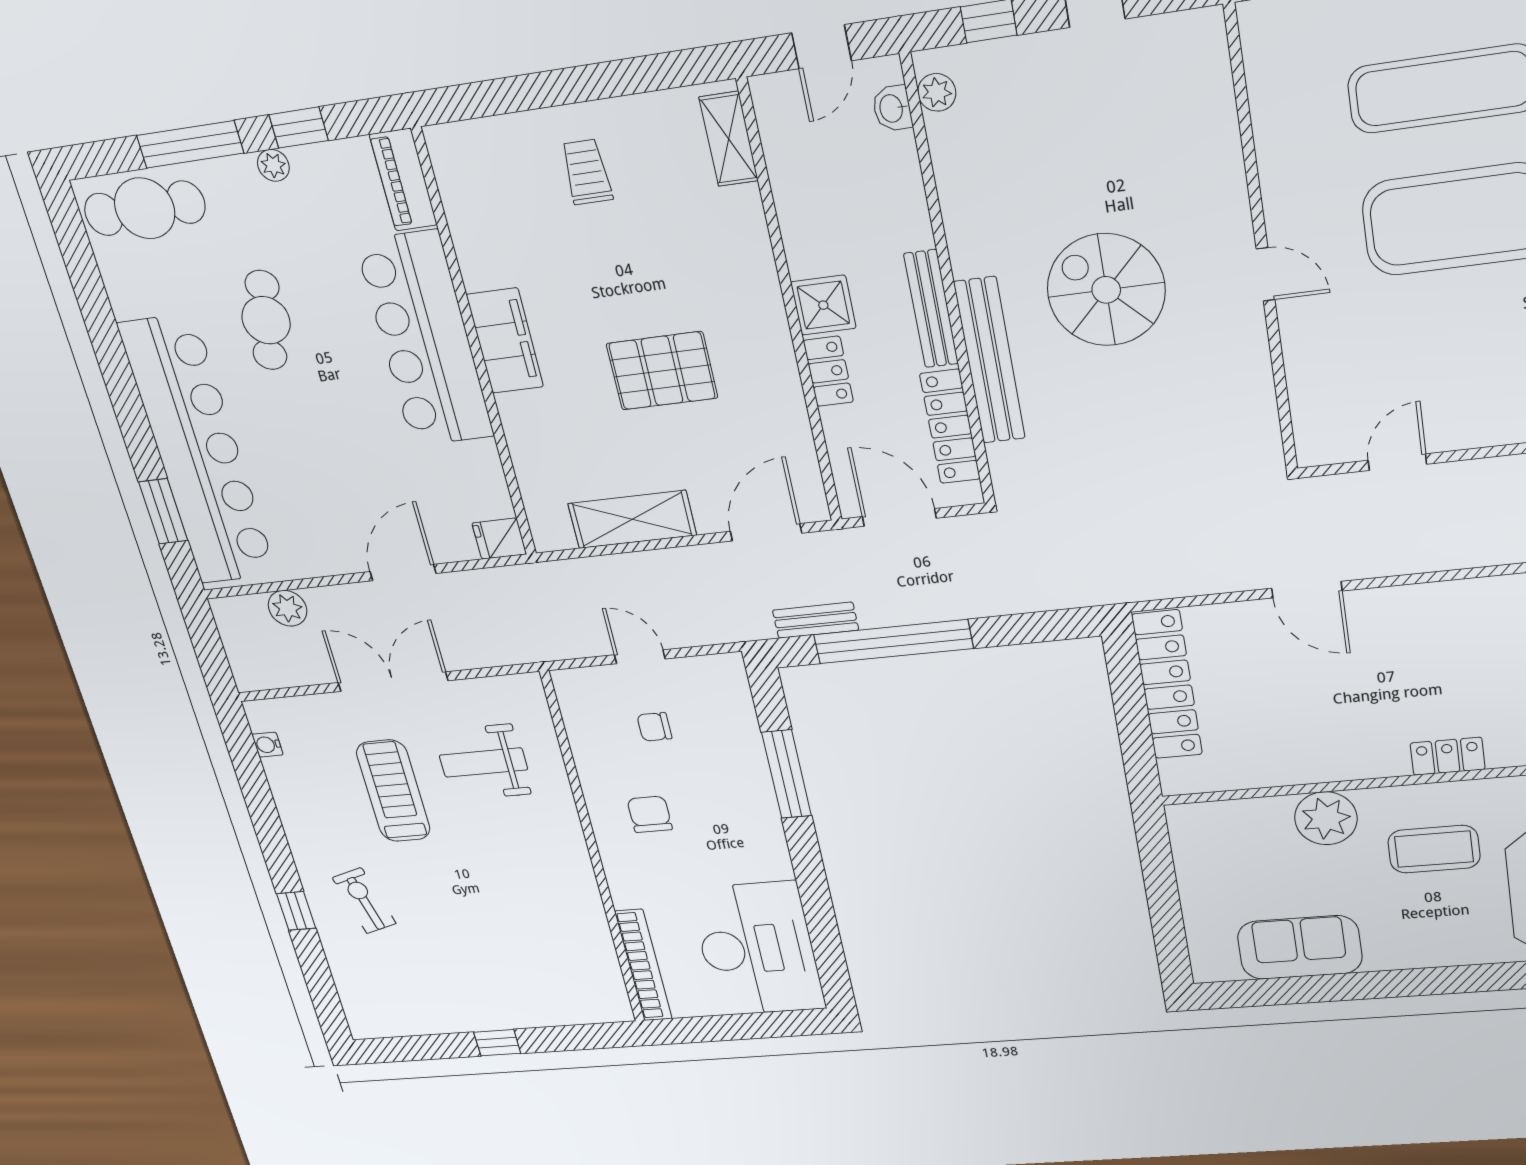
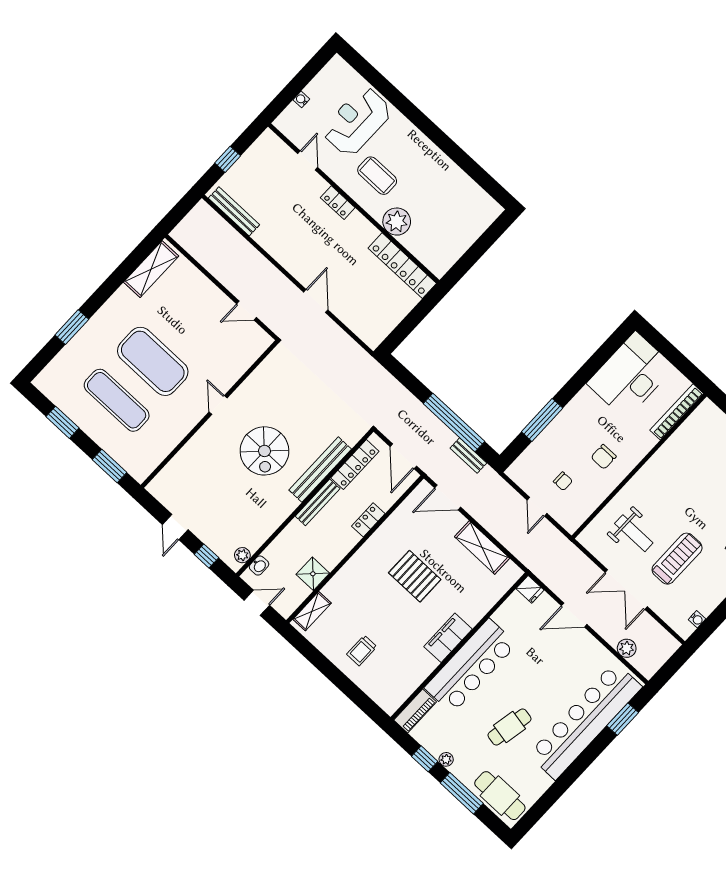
shower: (823, 305) -> (313, 574), moved
locker: (1167, 685) -> (402, 266), moved, turned -90
treadmill: (393, 791) -> (677, 559), turned 180
sofa: (1300, 947) -> (457, 186), removed

